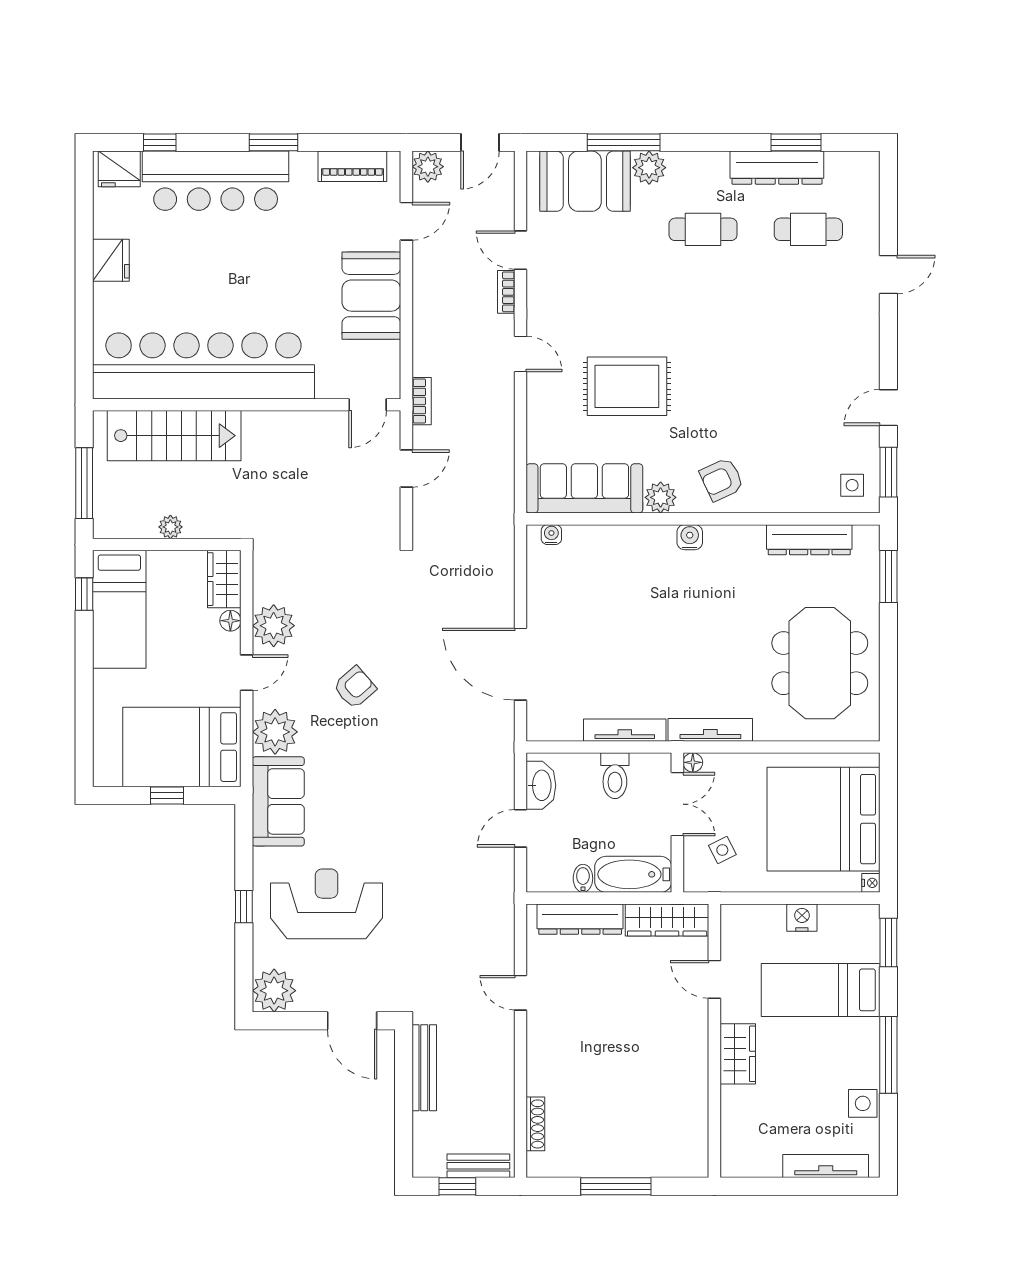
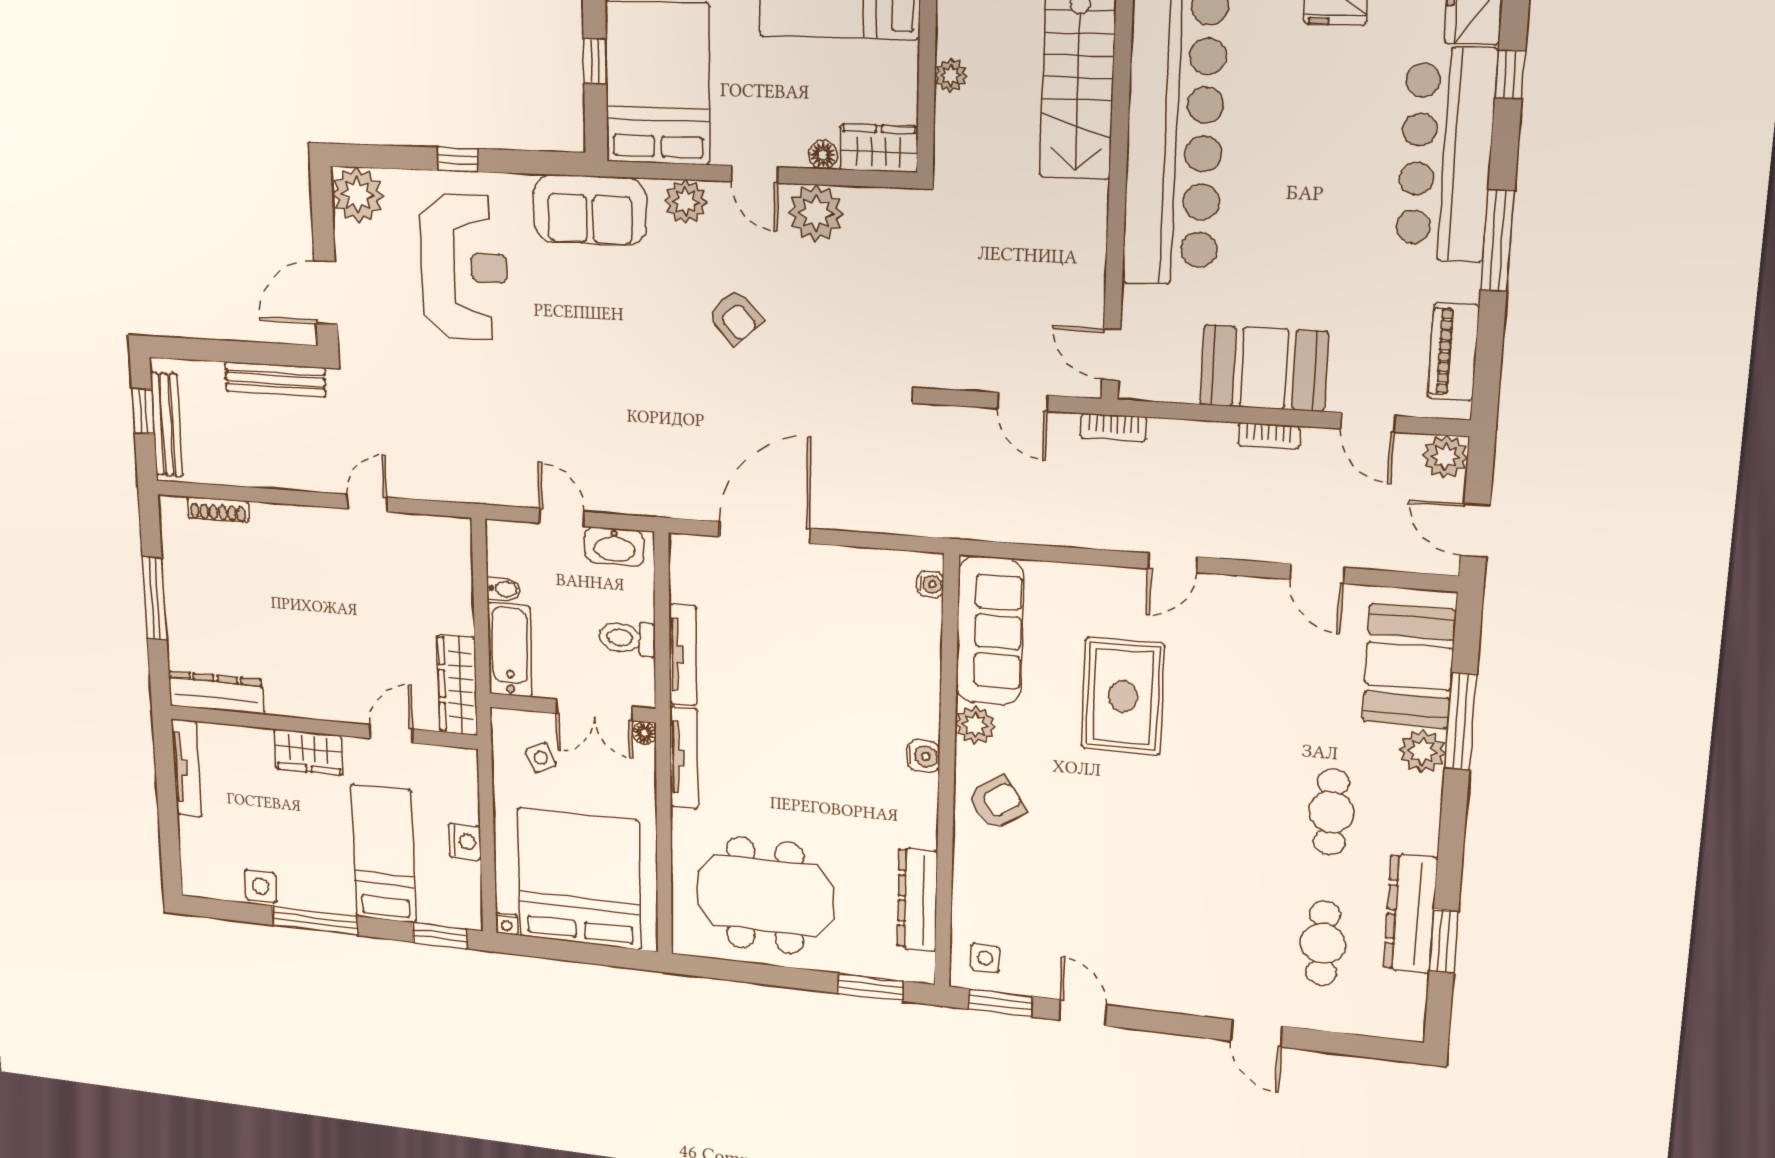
window: (273, 142) -> (1497, 241), width x1.44
door: (520, 250) -> (1317, 573), swing flipped
bookcase: (506, 292) -> (1268, 436), moved, turned 180
armchair: (722, 479) -> (997, 802), turned 81
plant: (275, 732) -> (686, 202), width x0.73, depth x0.73
dresser: (580, 919) -> (216, 693), moved, turned 90
bench: (478, 1166) -> (167, 424), width x1.36
tv unit: (826, 1166) -> (187, 768), moved

